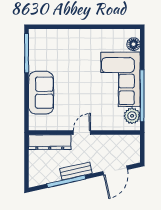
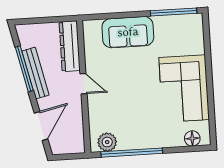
corner sofa: (121, 79) -> (184, 89), moved, turned -90
door: (115, 170) -> (41, 126), swing flipped
bench: (76, 171) -> (35, 73), width x1.36

